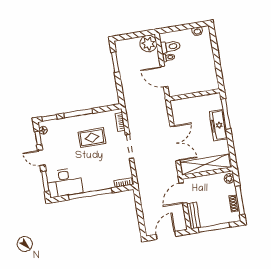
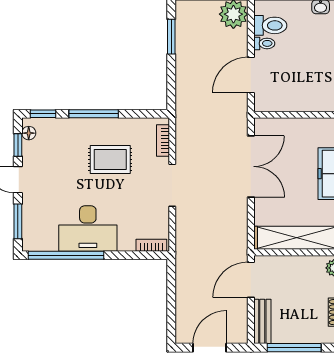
door: (164, 77) -> (251, 75), hinge flipped
double door: (175, 143) -> (251, 166), moved
desk: (65, 182) -> (88, 229), moved
window: (90, 194) -> (66, 255), moved

